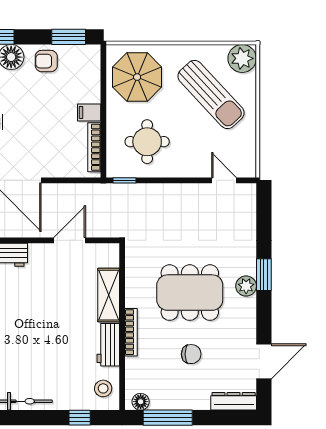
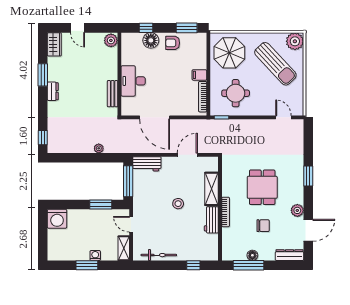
plant: (246, 286) -> (297, 210), moved
dining table: (190, 293) -> (262, 187), width x0.73
stool: (103, 388) -> (178, 204), moved
floor lamp: (141, 402) -> (252, 255), moved

